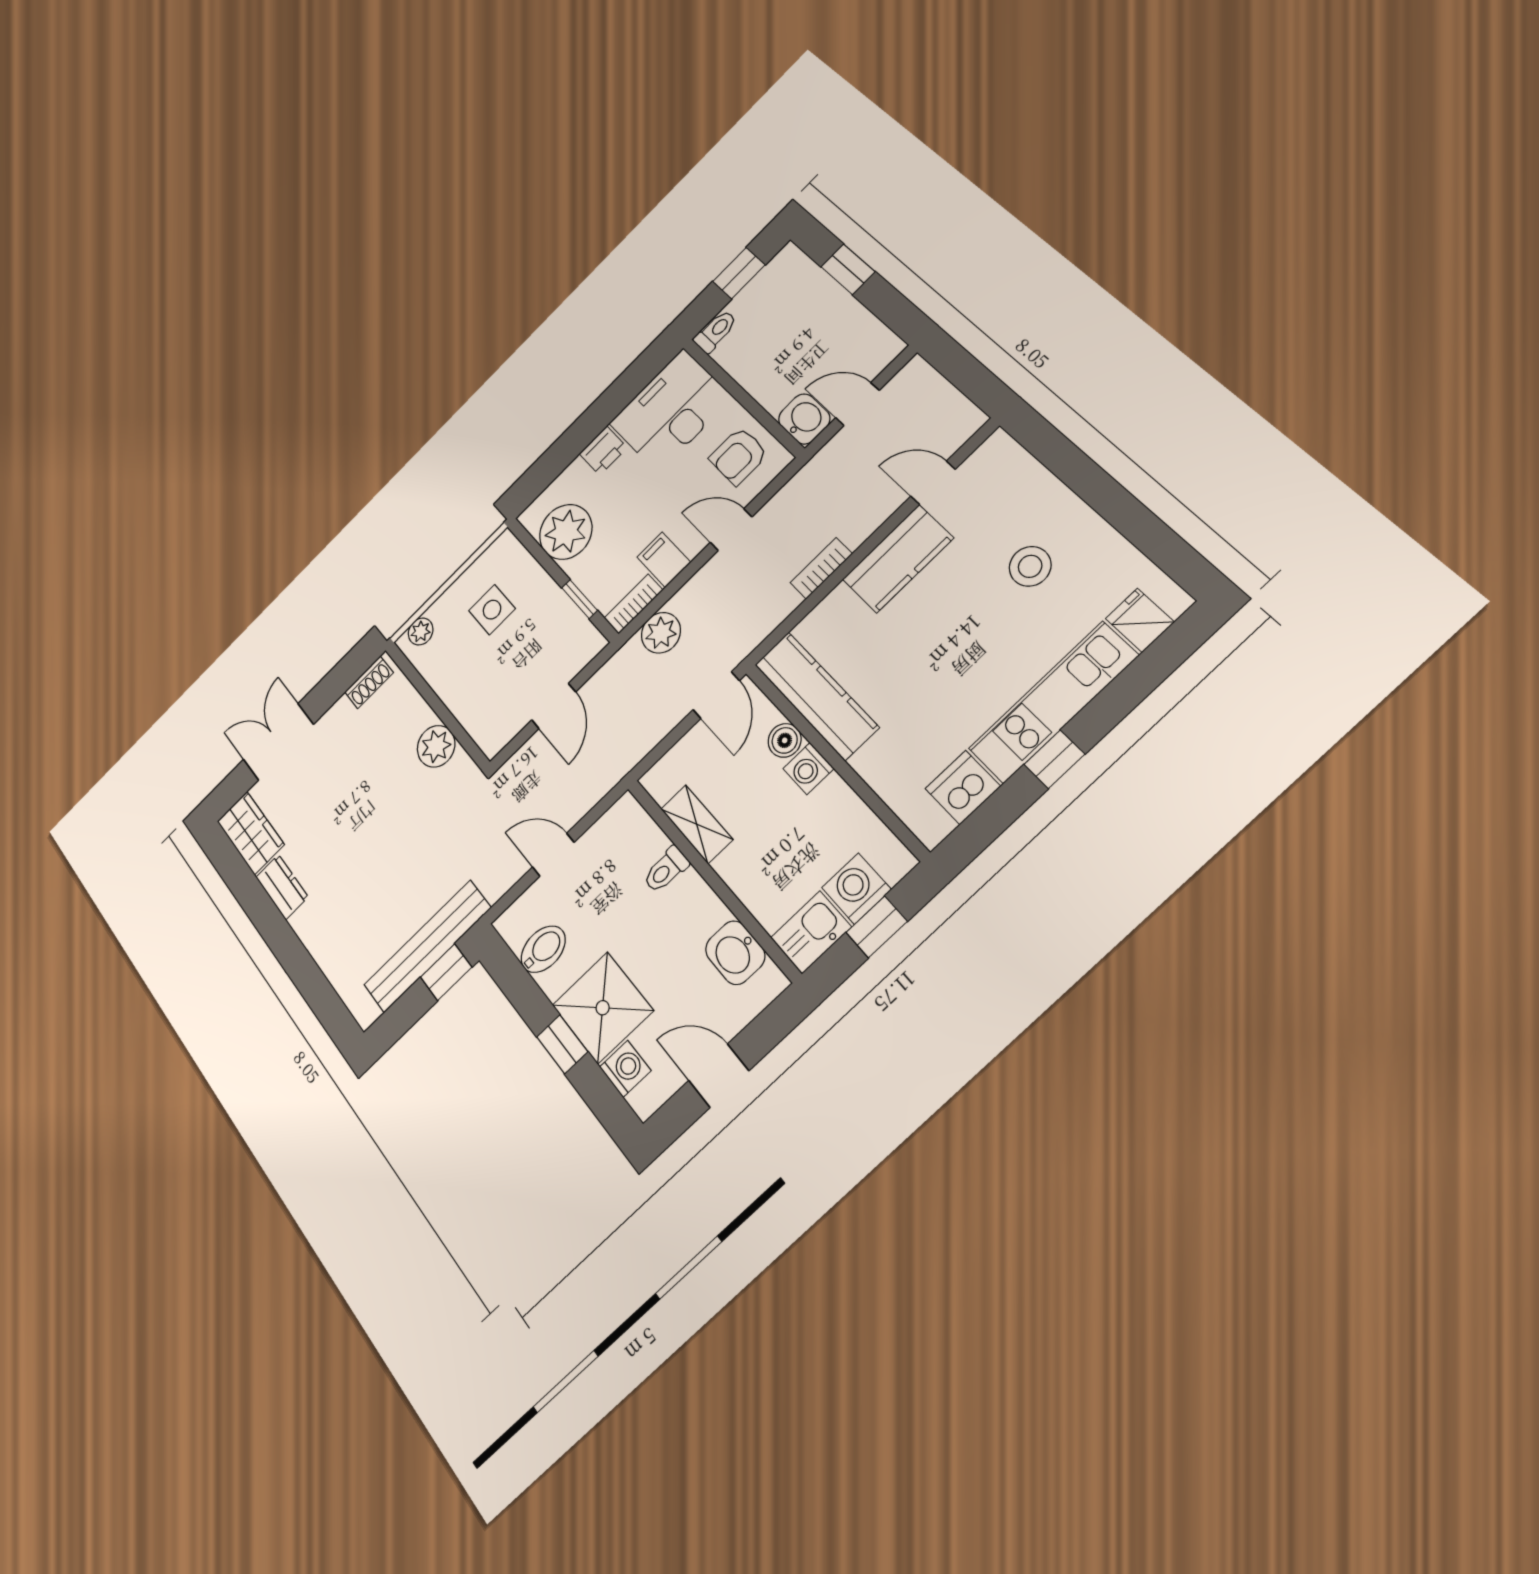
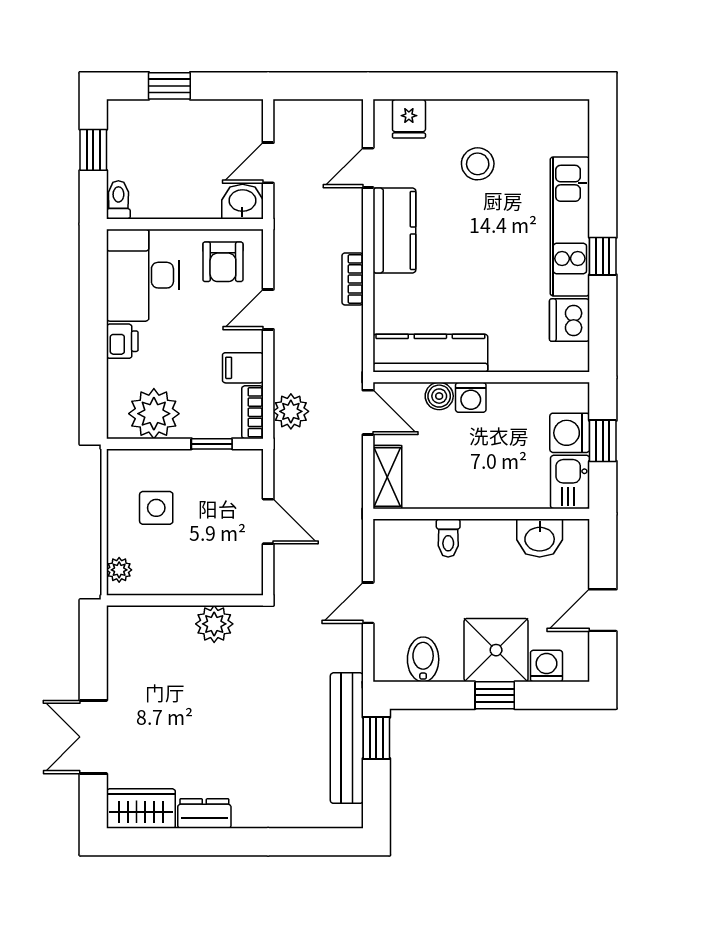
fridge: (1140, 620) -> (409, 119), moved, turned -90
shoe rack: (369, 682) -> (118, 636), removed
shelving: (697, 824) -> (387, 477), moved, turned 90

